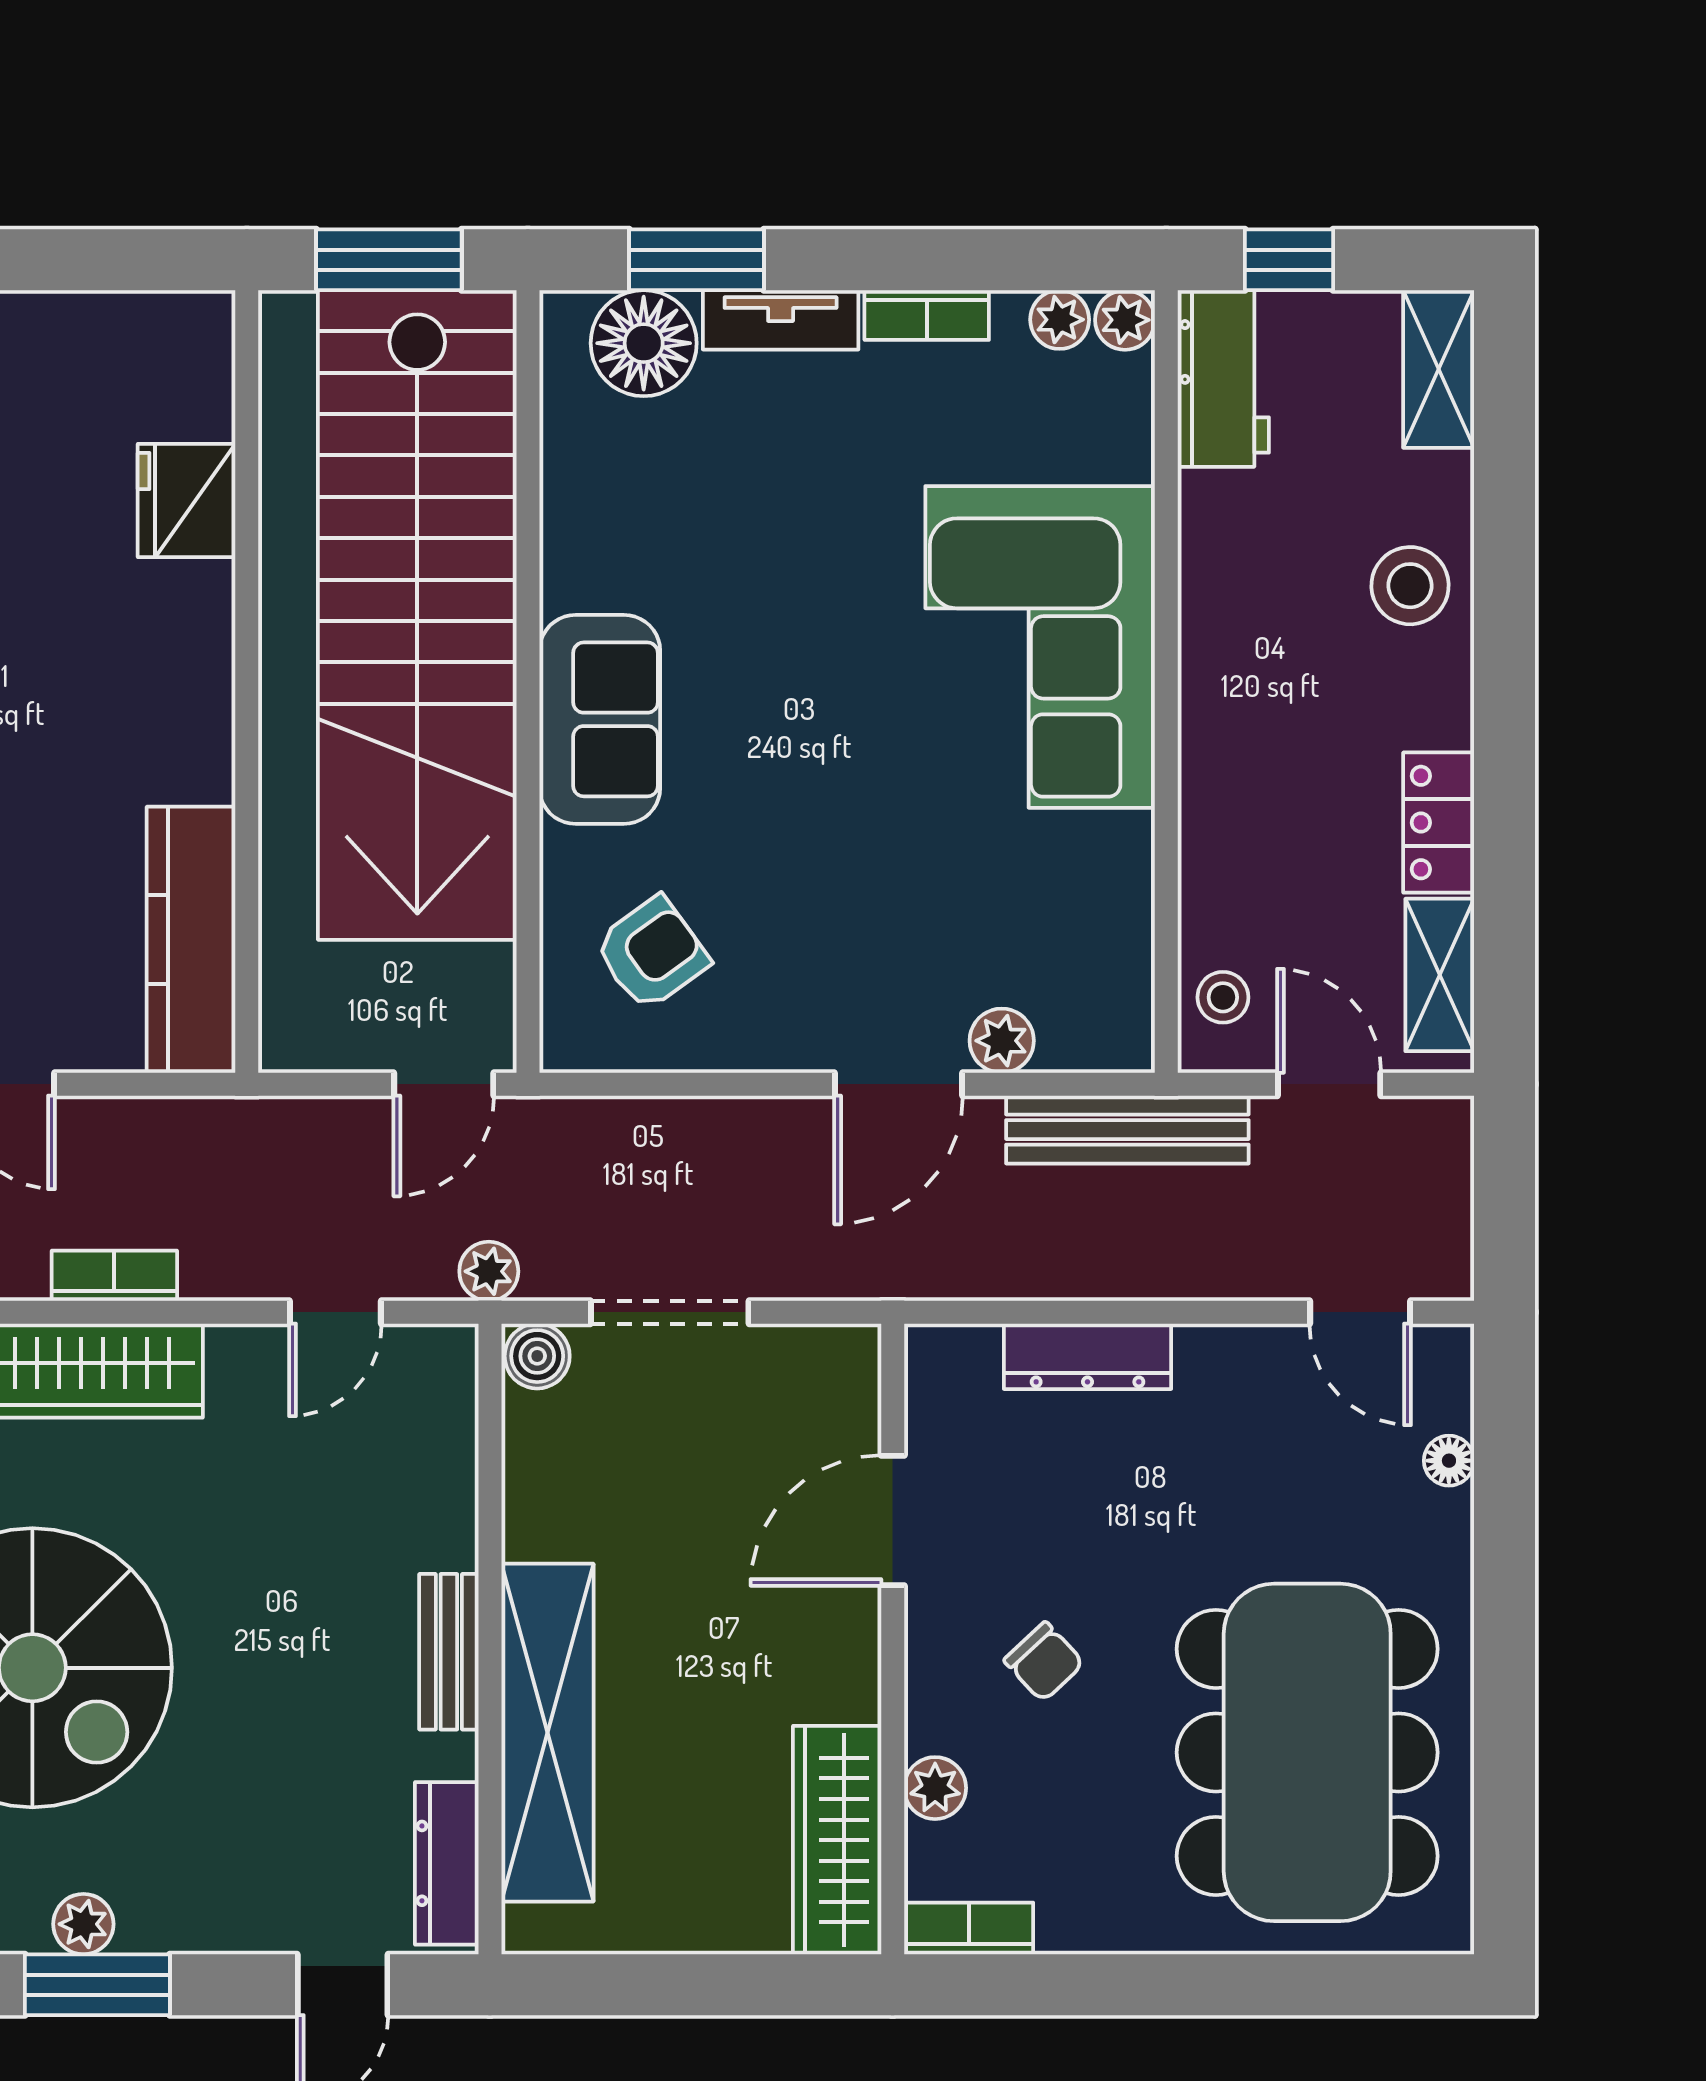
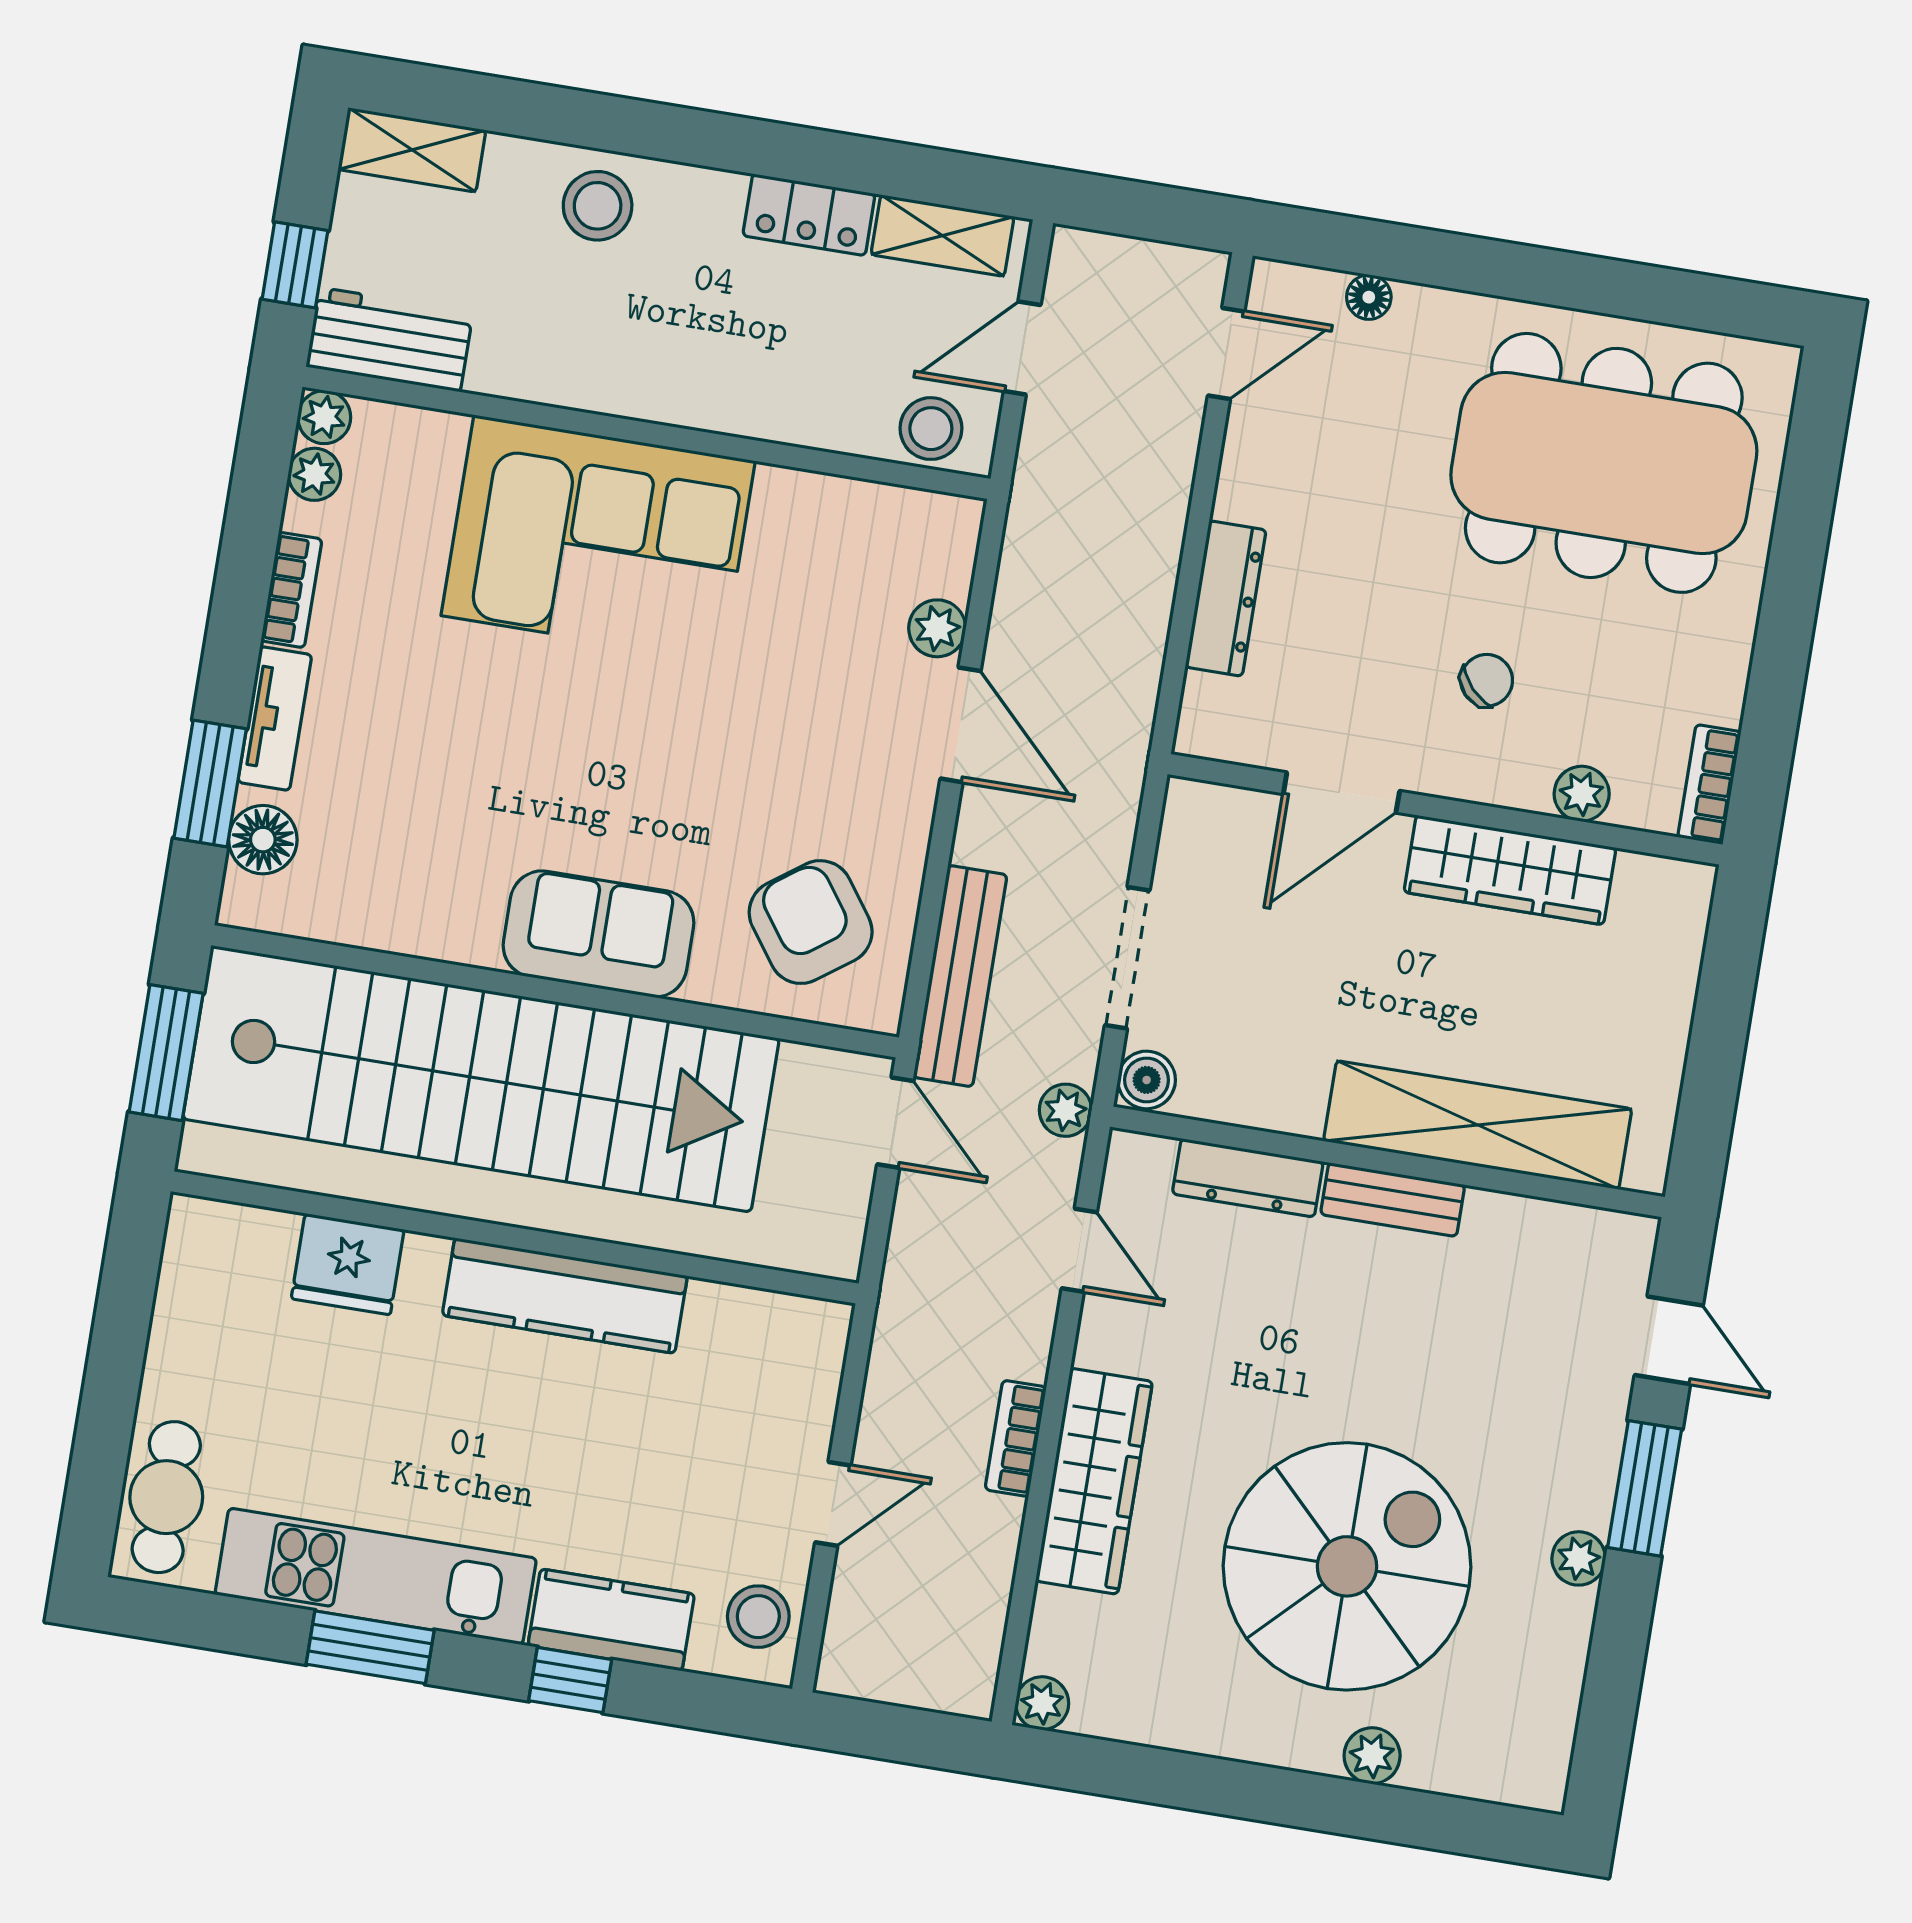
floor lamp: (644, 343) -> (263, 840), width x0.73, depth x0.73
kitchen counter: (191, 940) -> (565, 1296), moved
armchair: (652, 953) -> (811, 922), width x1.38, depth x1.38
stool: (1223, 997) -> (931, 429), width x1.37, depth x1.37
bench: (1127, 1130) -> (960, 976), moved
door: (893, 1521) -> (1341, 792), hinge flipped
wardrobe: (837, 1840) -> (1510, 870), moved
dresser: (447, 1863) -> (1248, 1178), moved
window: (97, 1985) -> (1645, 1488), moved

